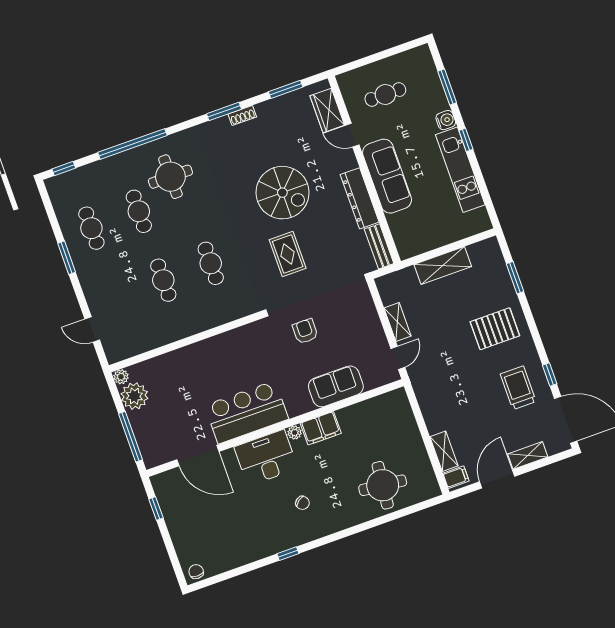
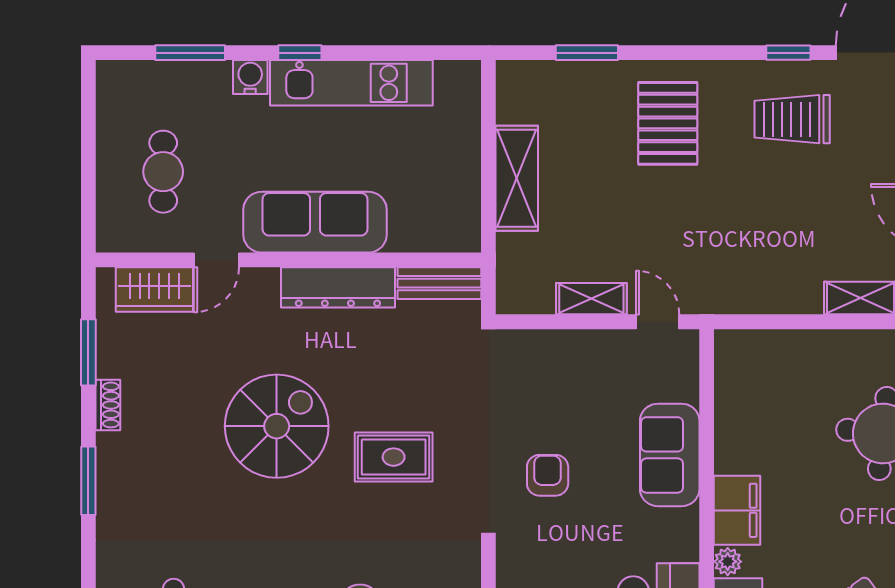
shoe rack: (242, 116) -> (108, 405), moved
armchair: (305, 331) -> (548, 475), turned 90

